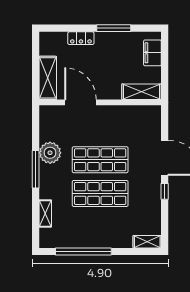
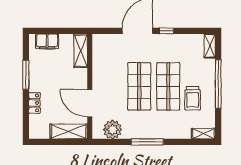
door: (81, 102) -> (90, 103), hinge flipped
plant: (50, 153) -> (112, 130), moved
shelving: (45, 213) -> (203, 134), moved
trolley: (86, 222) -> (193, 98), added
window: (83, 252) -> (218, 84), moved

